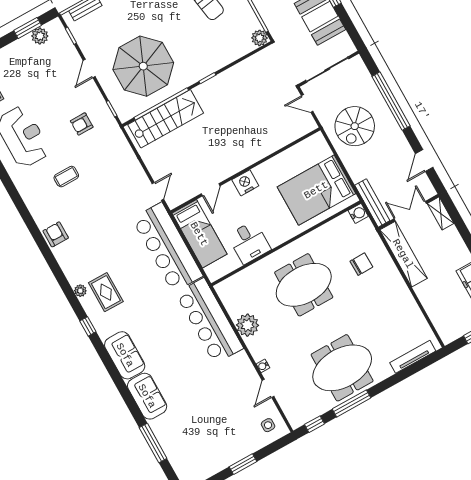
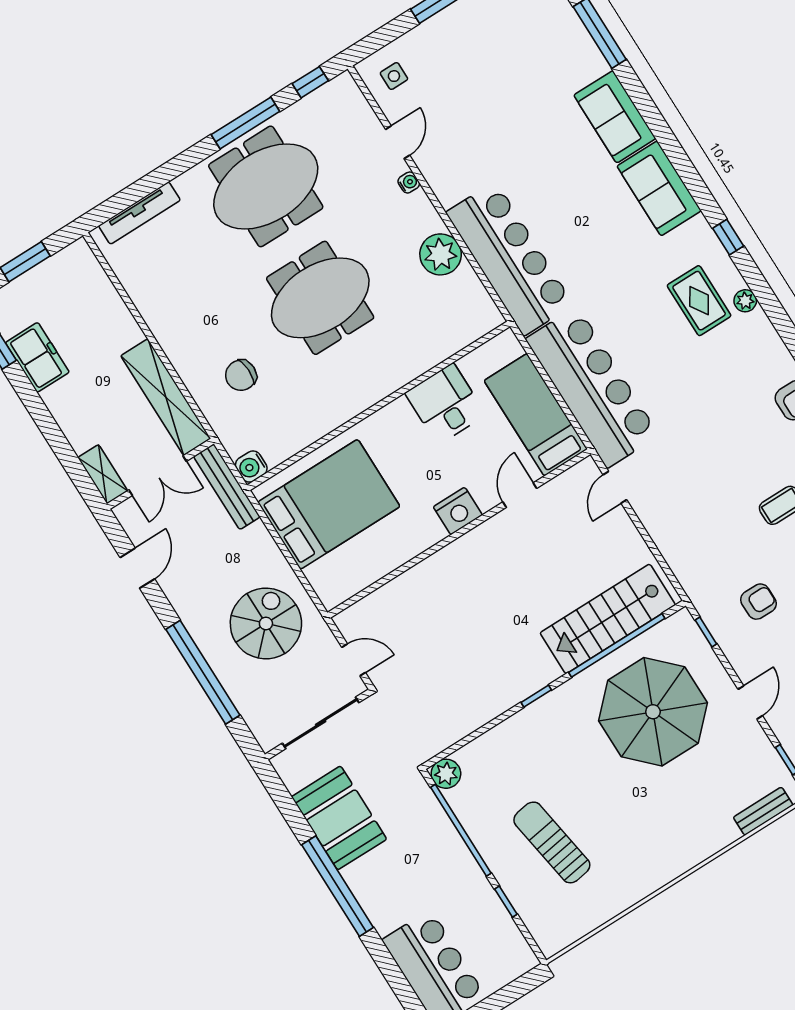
meeting table: (304, 285) -> (320, 298), moved

